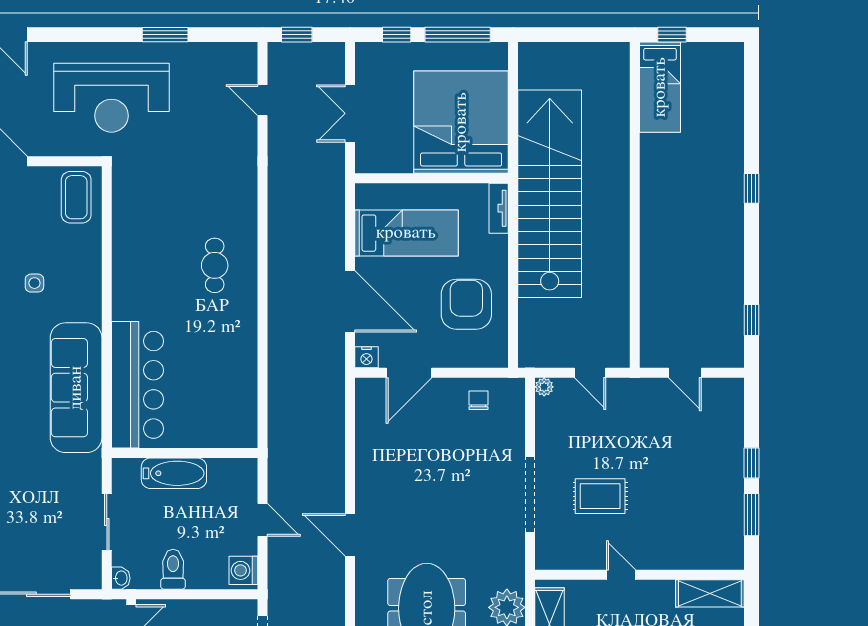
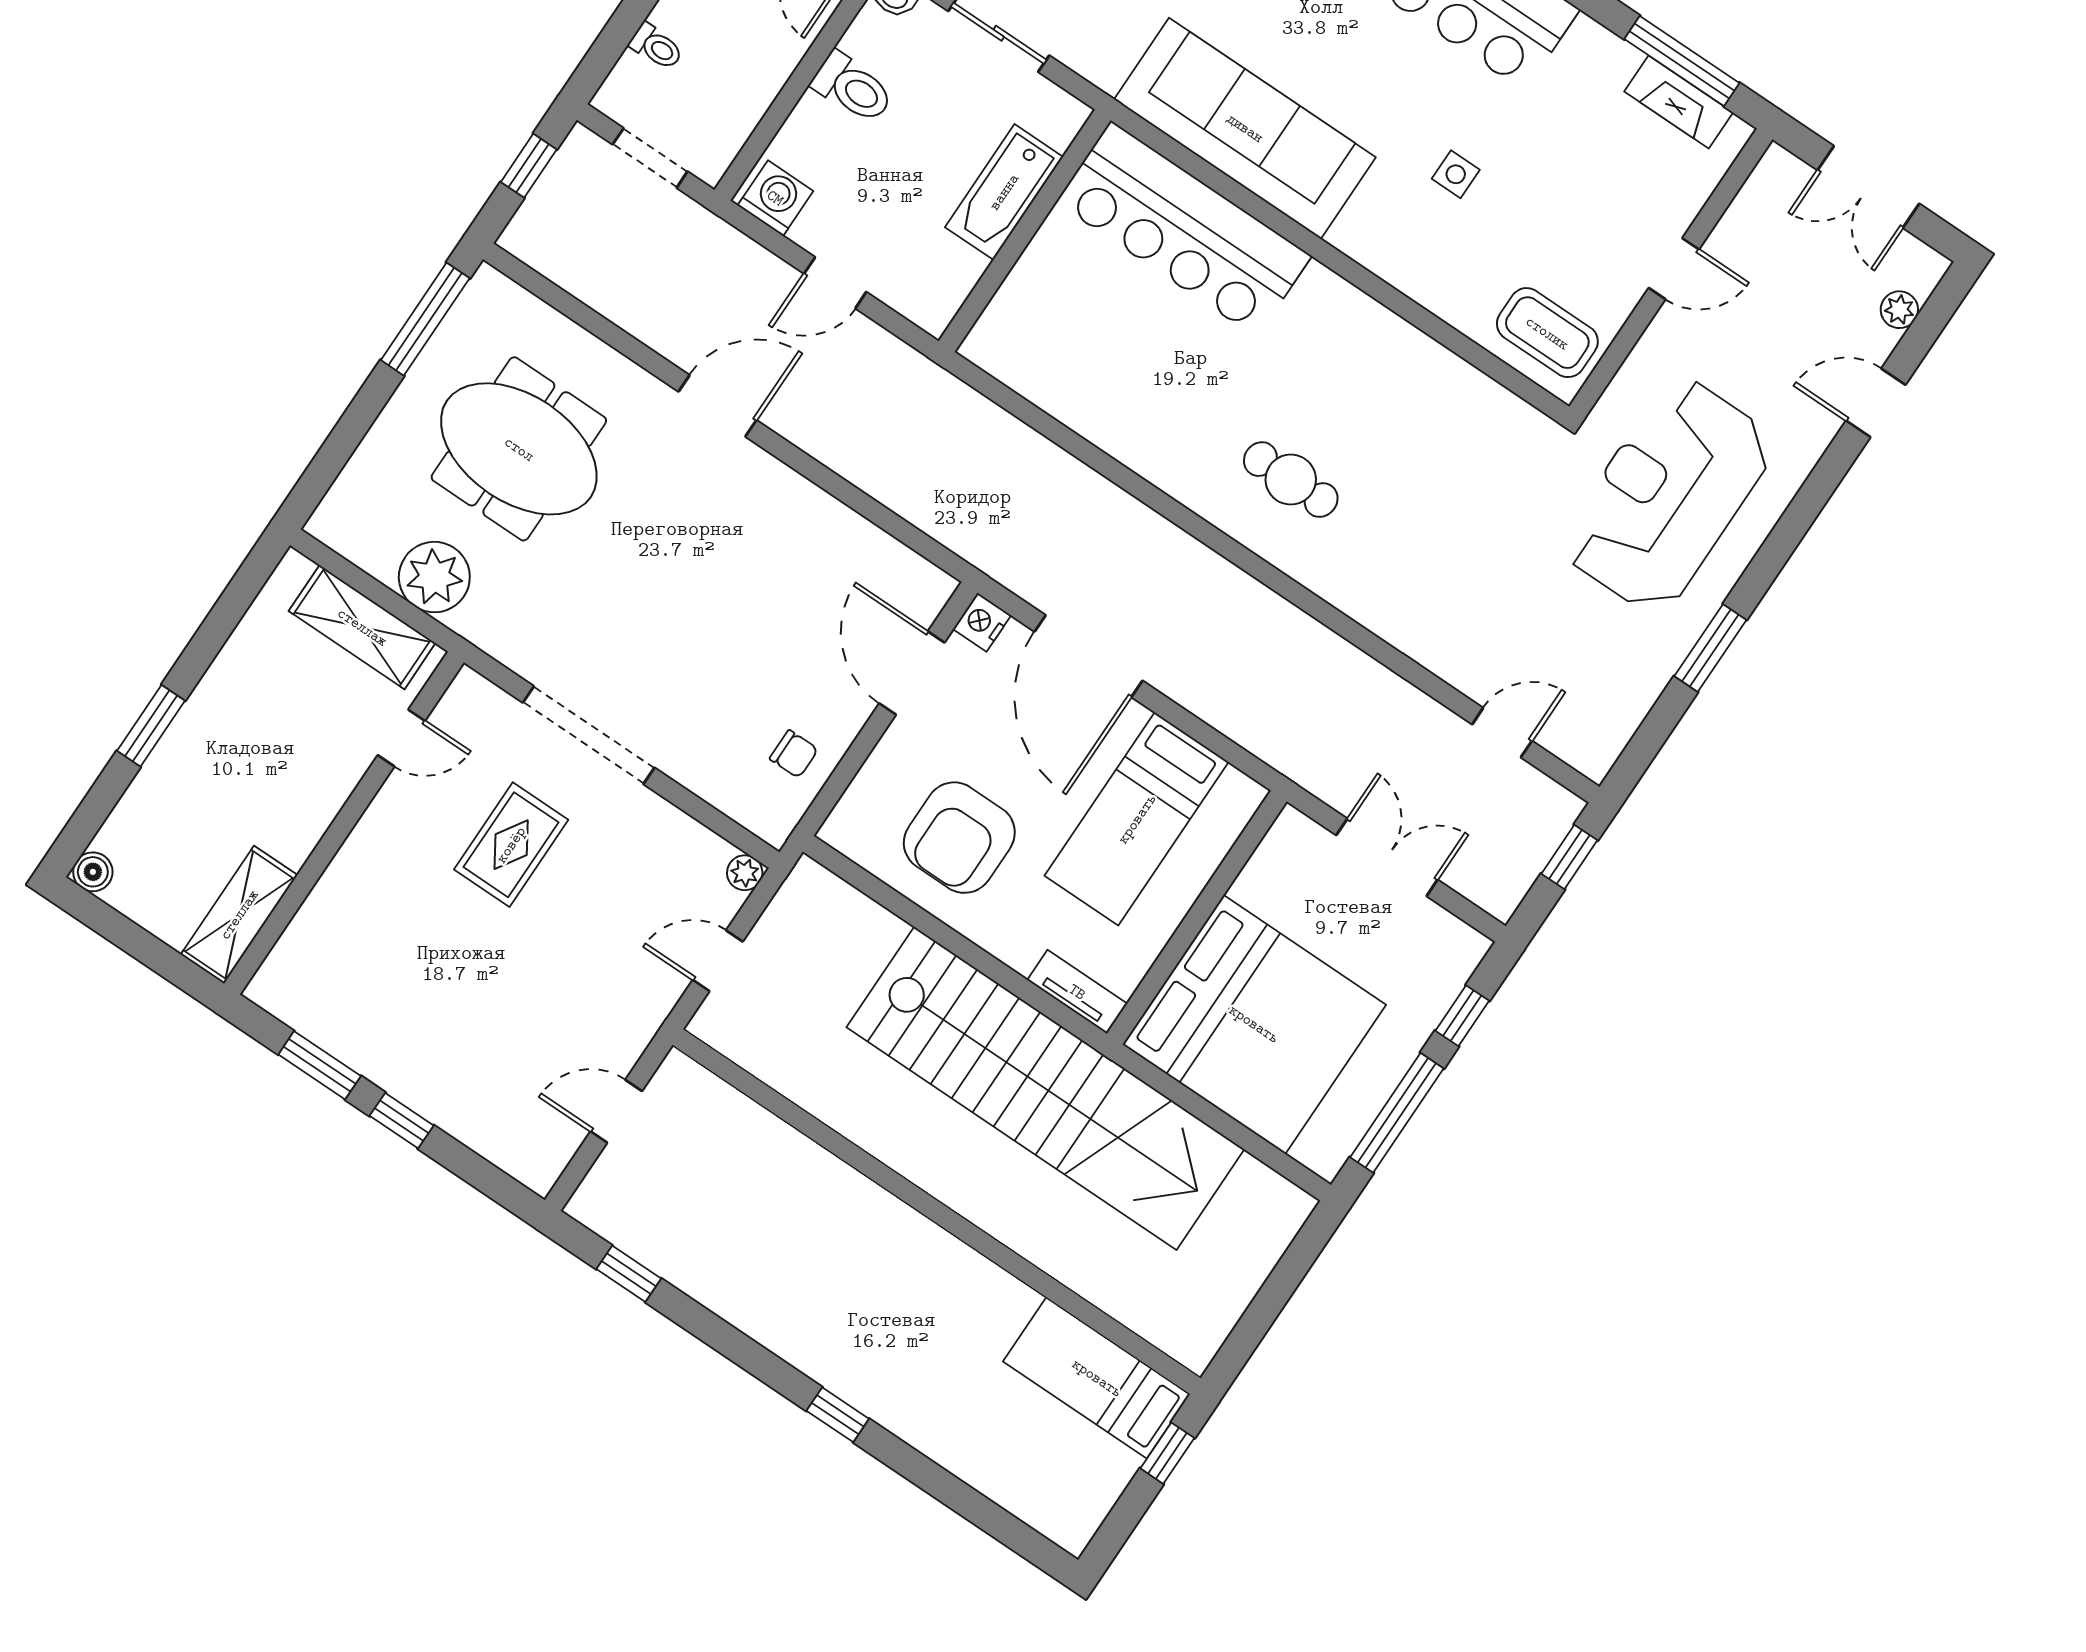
door: (350, 301) -> (1088, 656), hinge flipped
armchair: (466, 304) -> (959, 838), turned 90
door: (621, 575) -> (401, 738), moved

